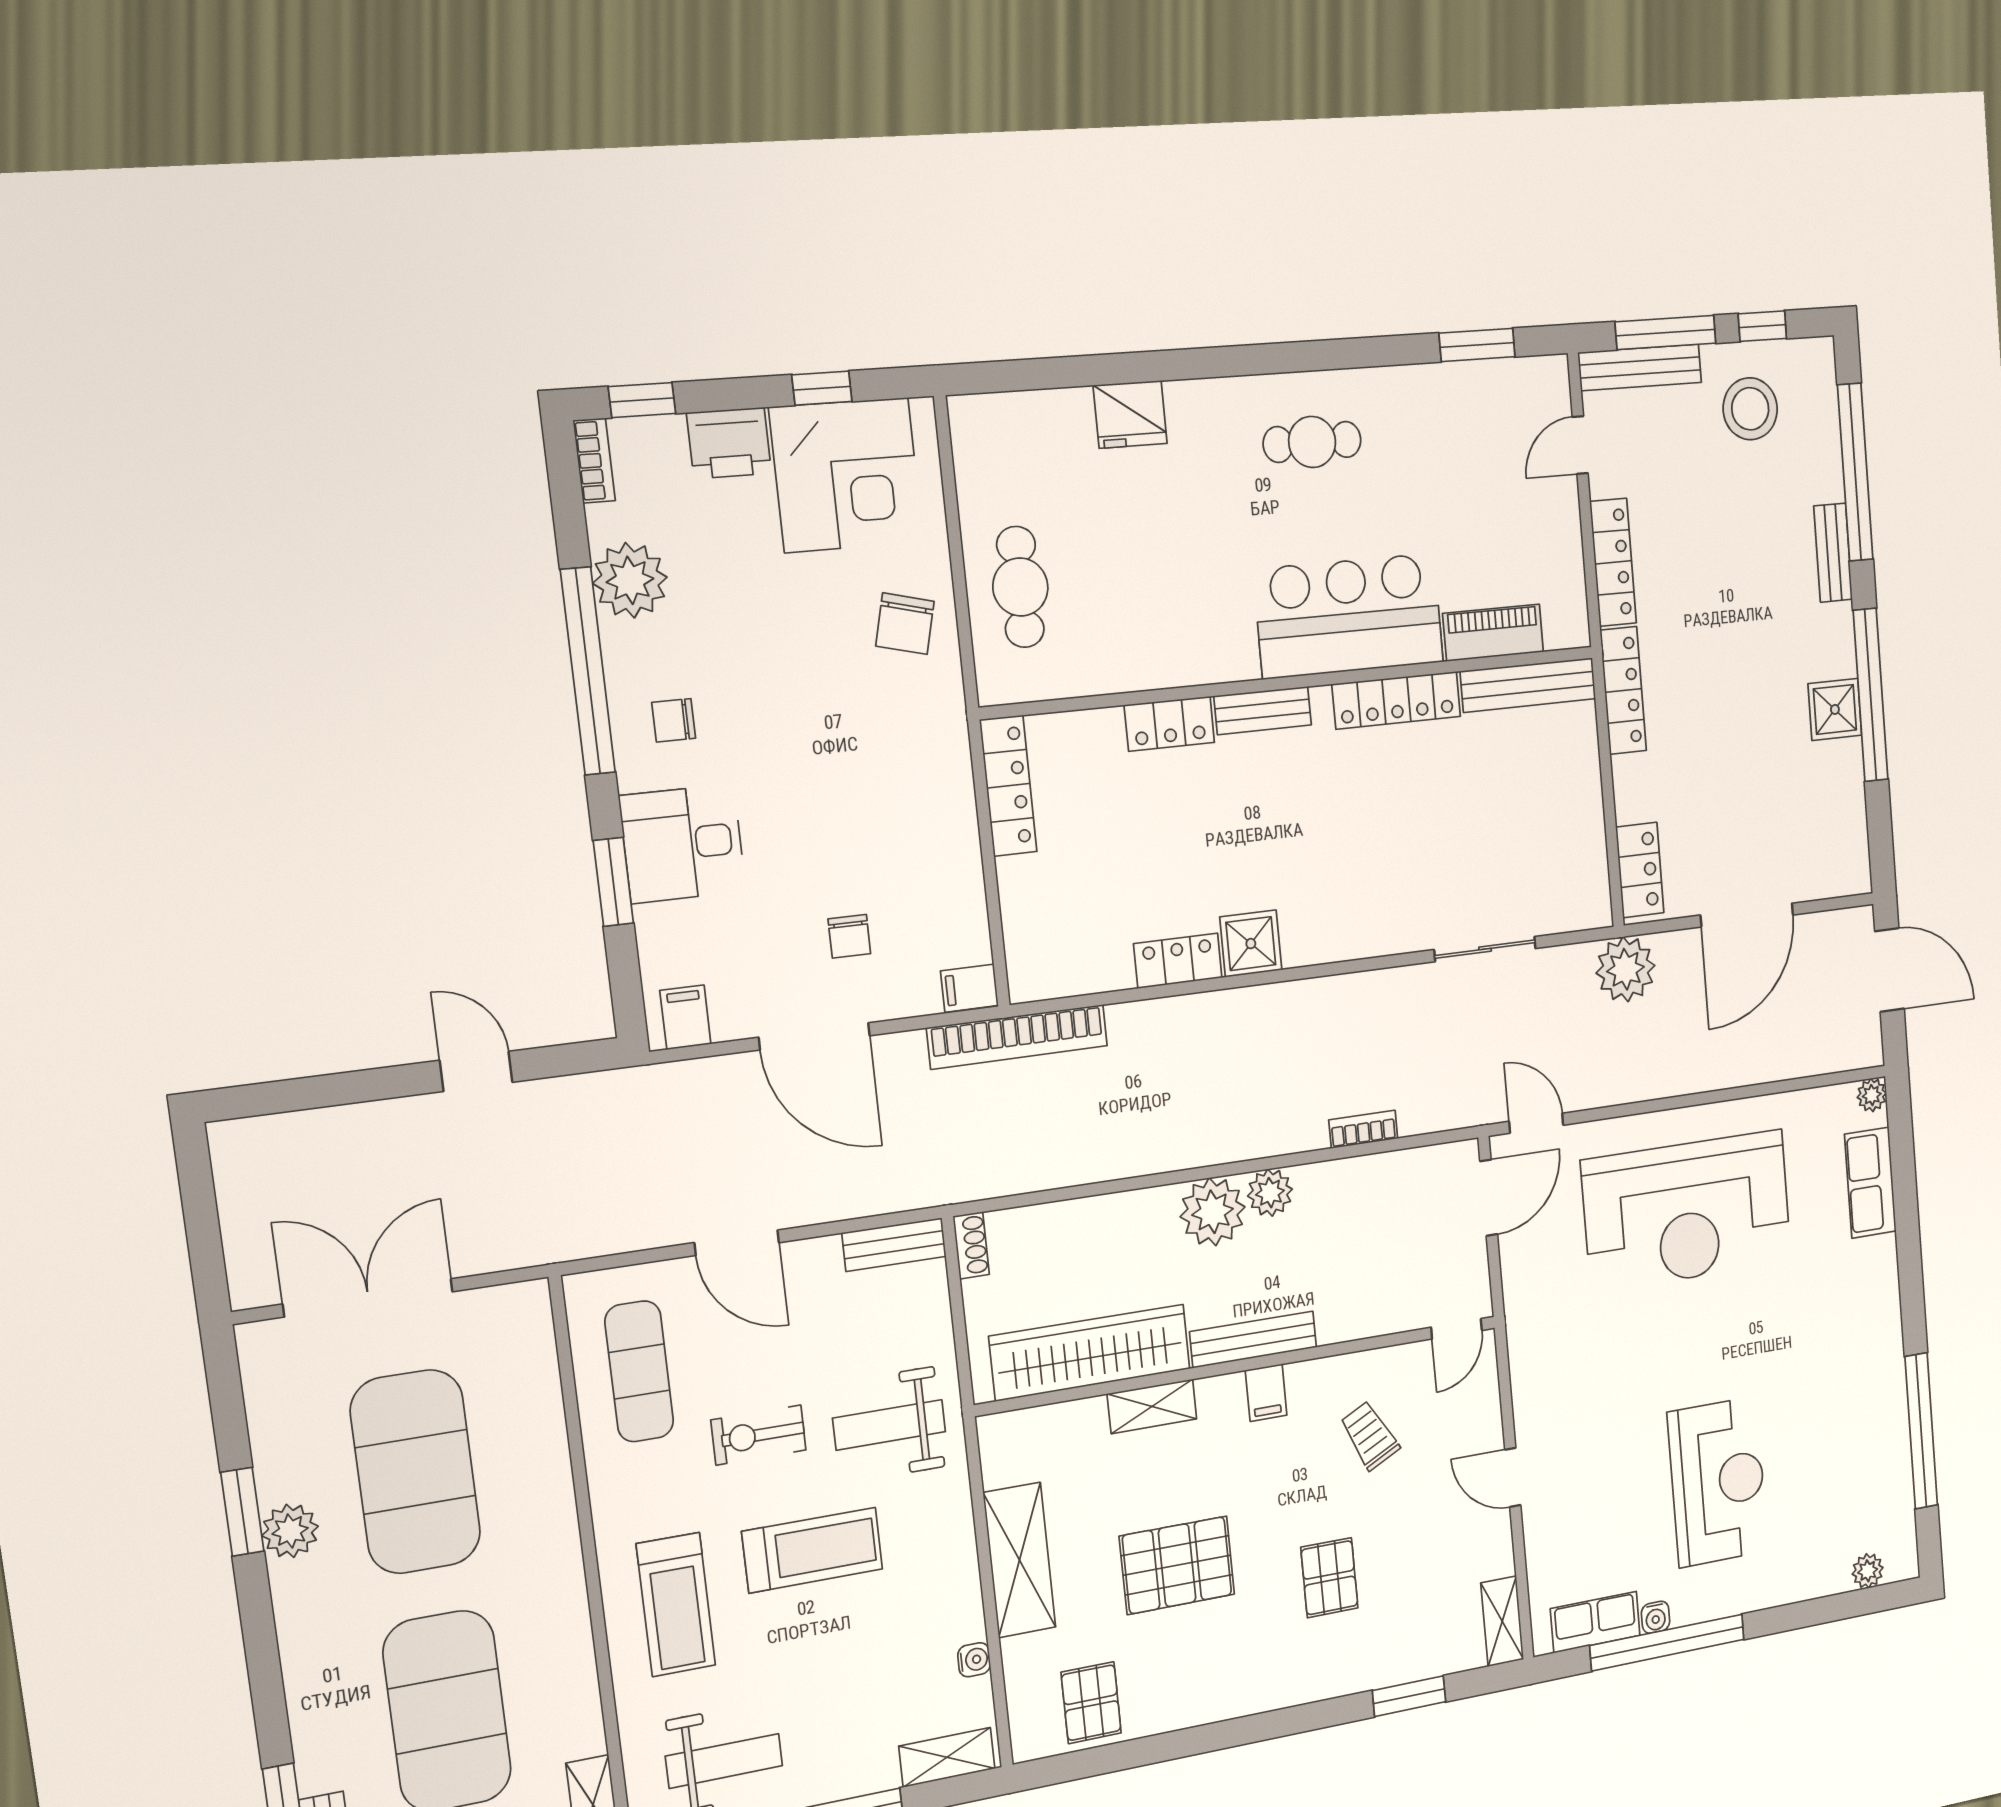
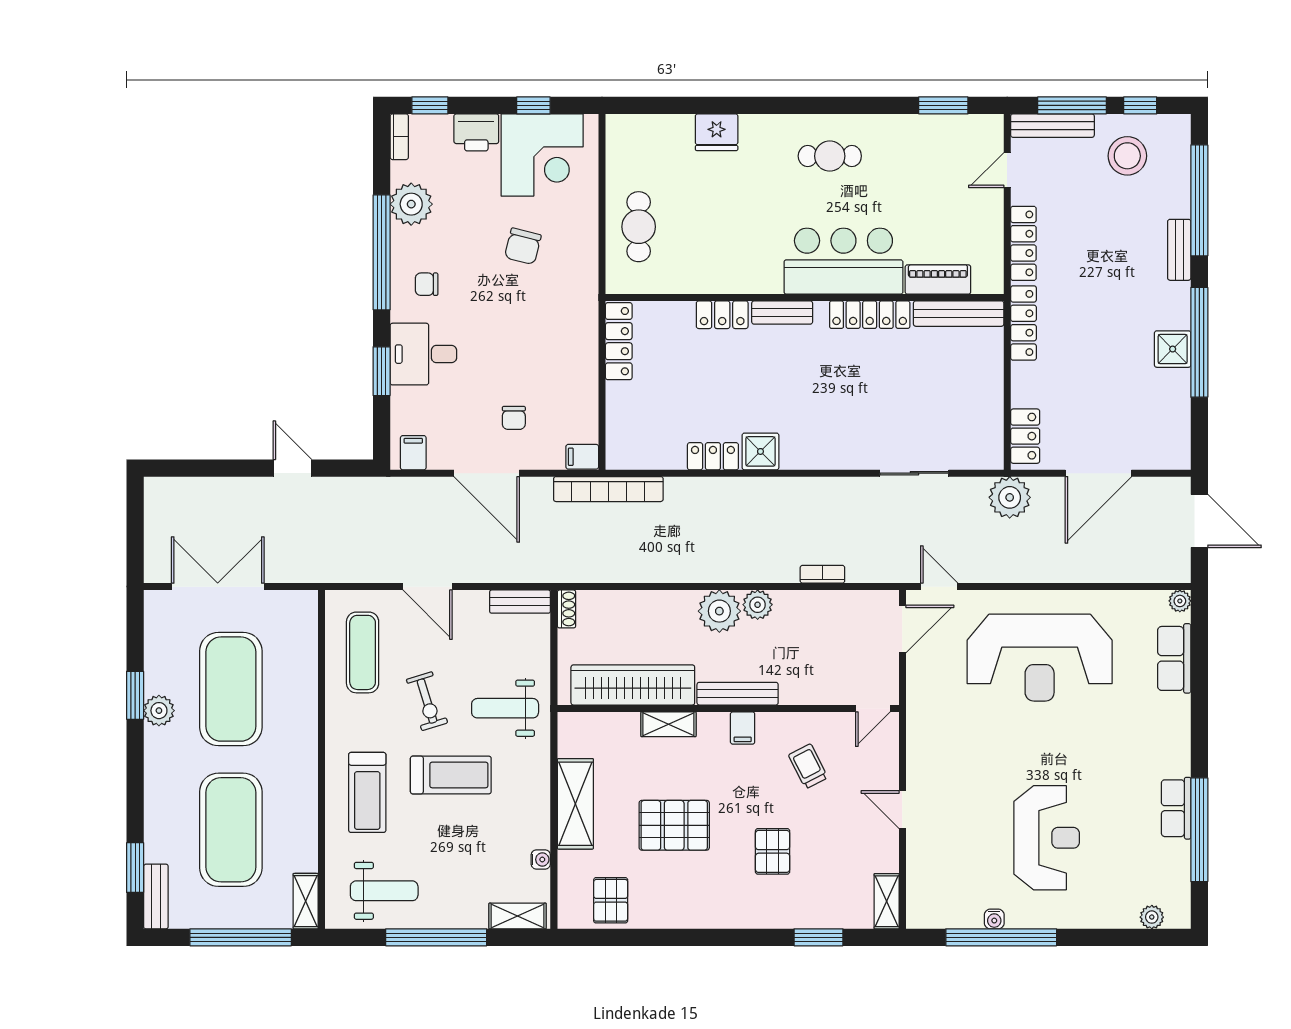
chair: (905, 624) -> (523, 246), moved
exercise bike: (759, 1435) -> (427, 701), turned -107
row of seats: (1595, 1622) -> (1176, 808), moved, turned -90

